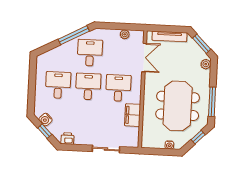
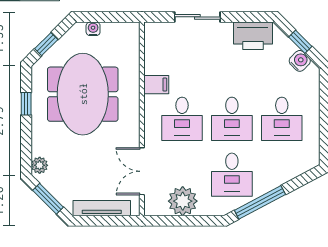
plant: (125, 34) -> (183, 201), width x1.87, depth x1.87
window: (212, 102) -> (26, 104), width x0.46
filing cabinet: (133, 115) -> (156, 85), width x0.50
printer: (67, 139) -> (253, 36), width x1.87, depth x1.48

